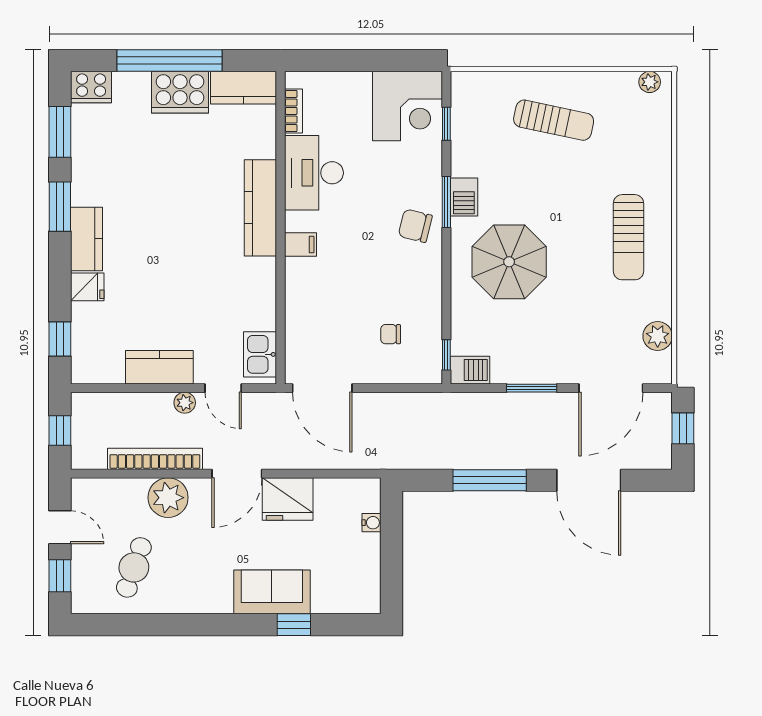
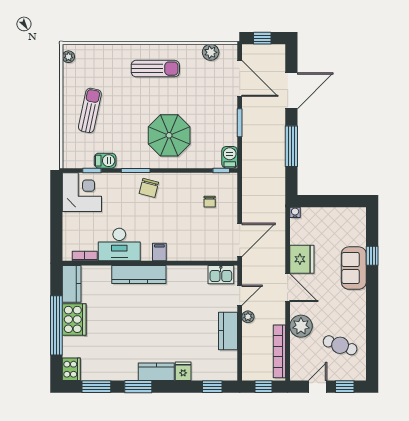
barbecue: (464, 197) -> (105, 161), moved
bookcase: (155, 459) -> (279, 351), moved
water cooler: (371, 523) -> (295, 212), moved

